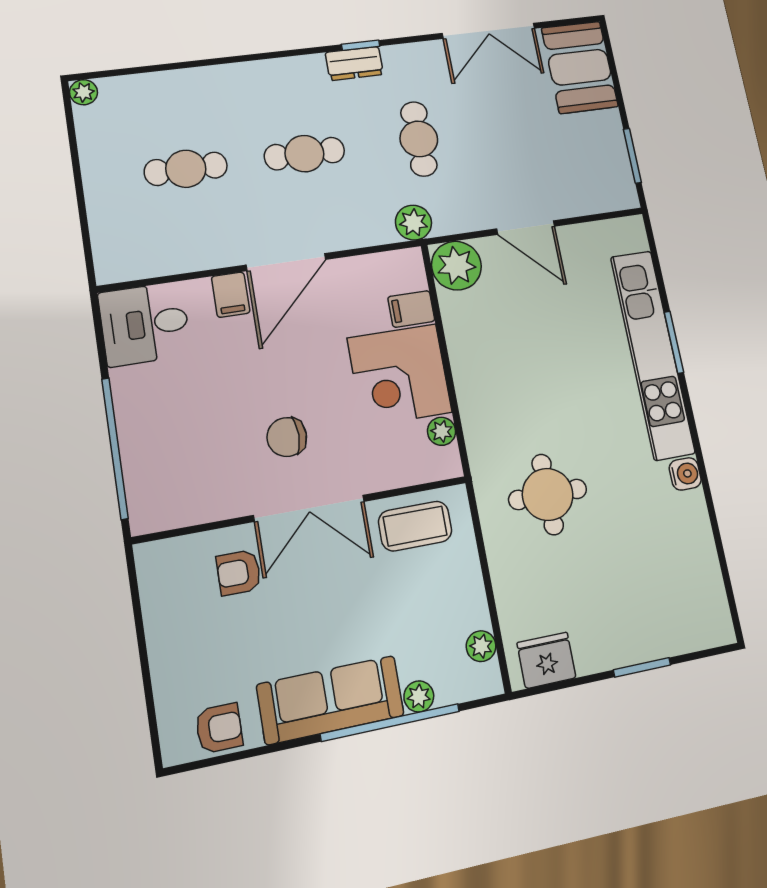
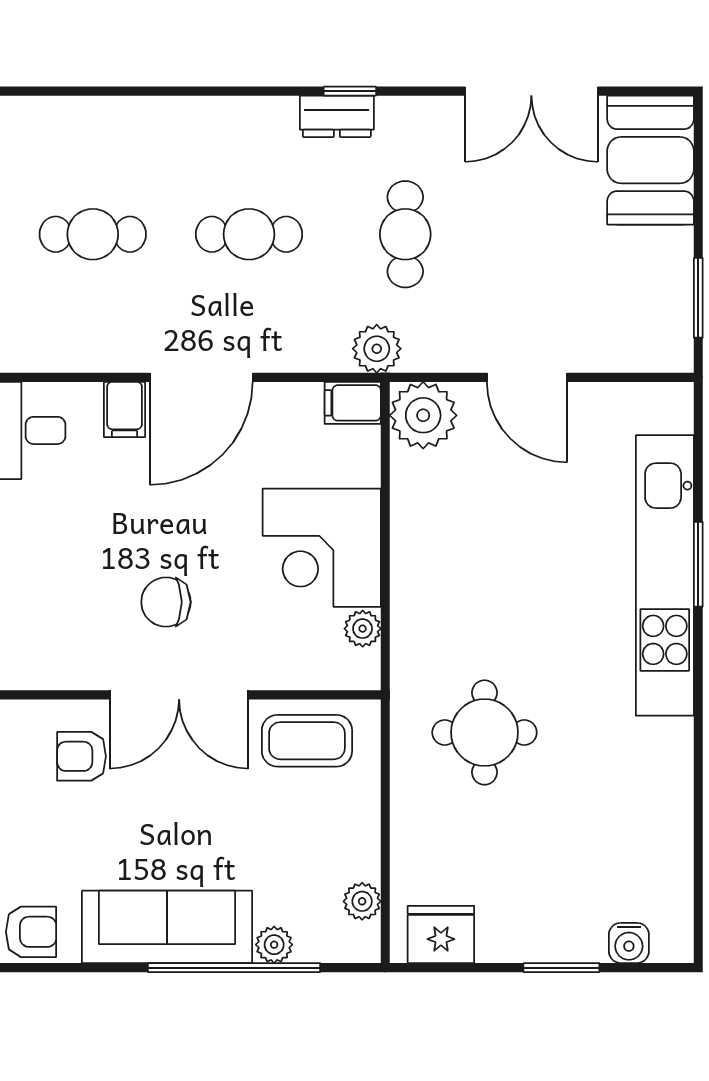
filing cabinet: (411, 309) -> (353, 403), moved
water cooler: (685, 474) -> (629, 943), moved, turned 90

